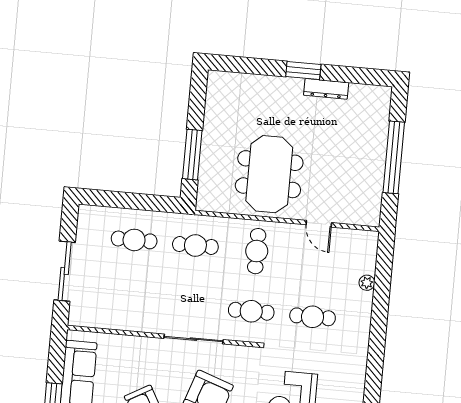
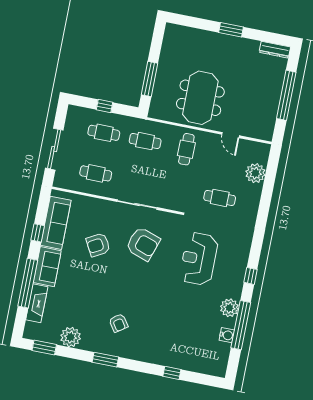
dresser: (326, 89) -> (275, 50), moved
window: (131, 201) -> (104, 106), added
plant: (367, 283) -> (255, 173), width x1.88, depth x1.88
cafe table: (251, 311) -> (96, 173), moved

